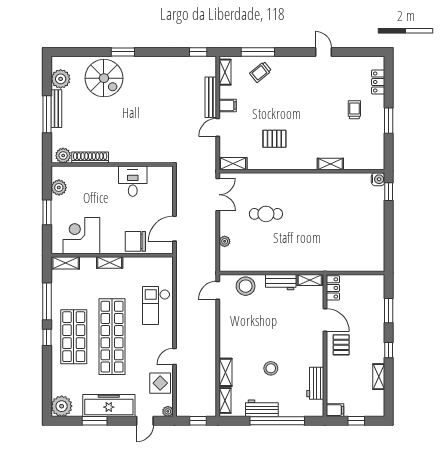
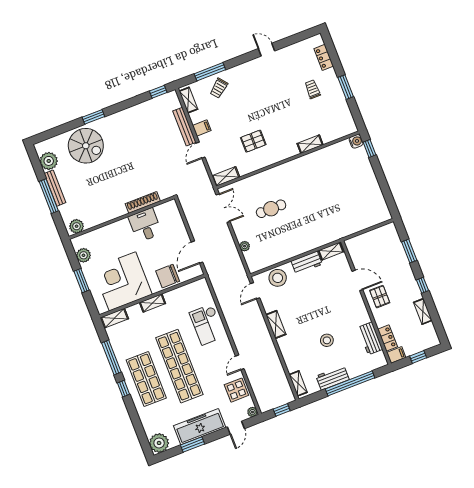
shoe rack: (90, 157) -> (143, 202), moved
corner desk: (81, 236) -> (123, 281), width x1.36, depth x1.36
locker: (333, 288) -> (388, 338), moved
shelving: (226, 372) -> (276, 324), moved

